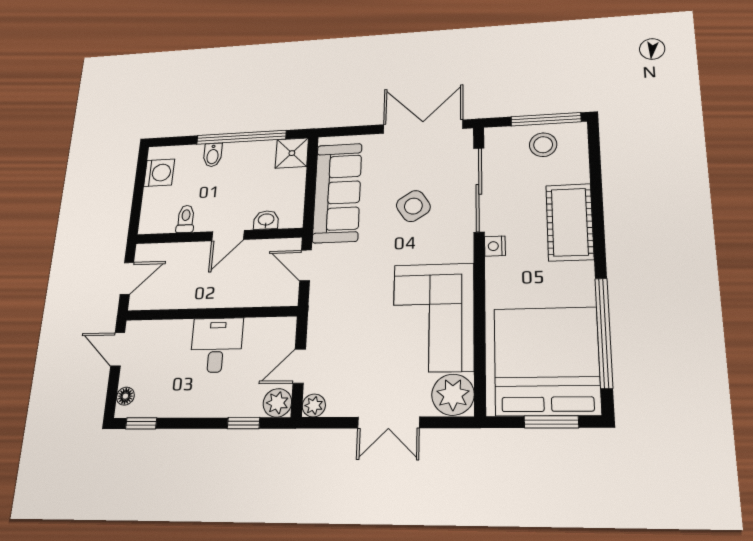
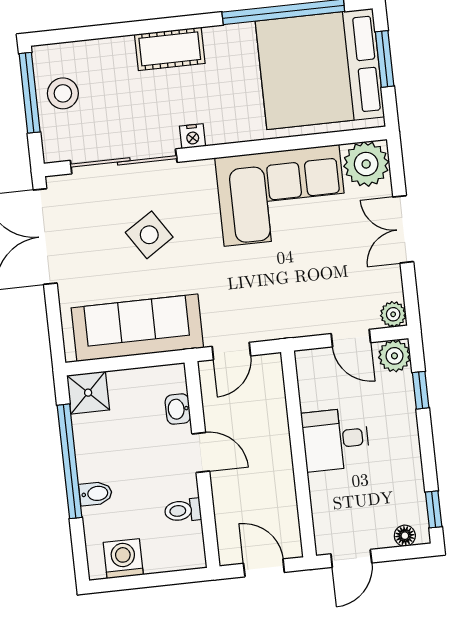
cot: (570, 222) -> (170, 49), width x0.73, depth x0.75
double door: (389, 423) -> (403, 229), swing flipped

